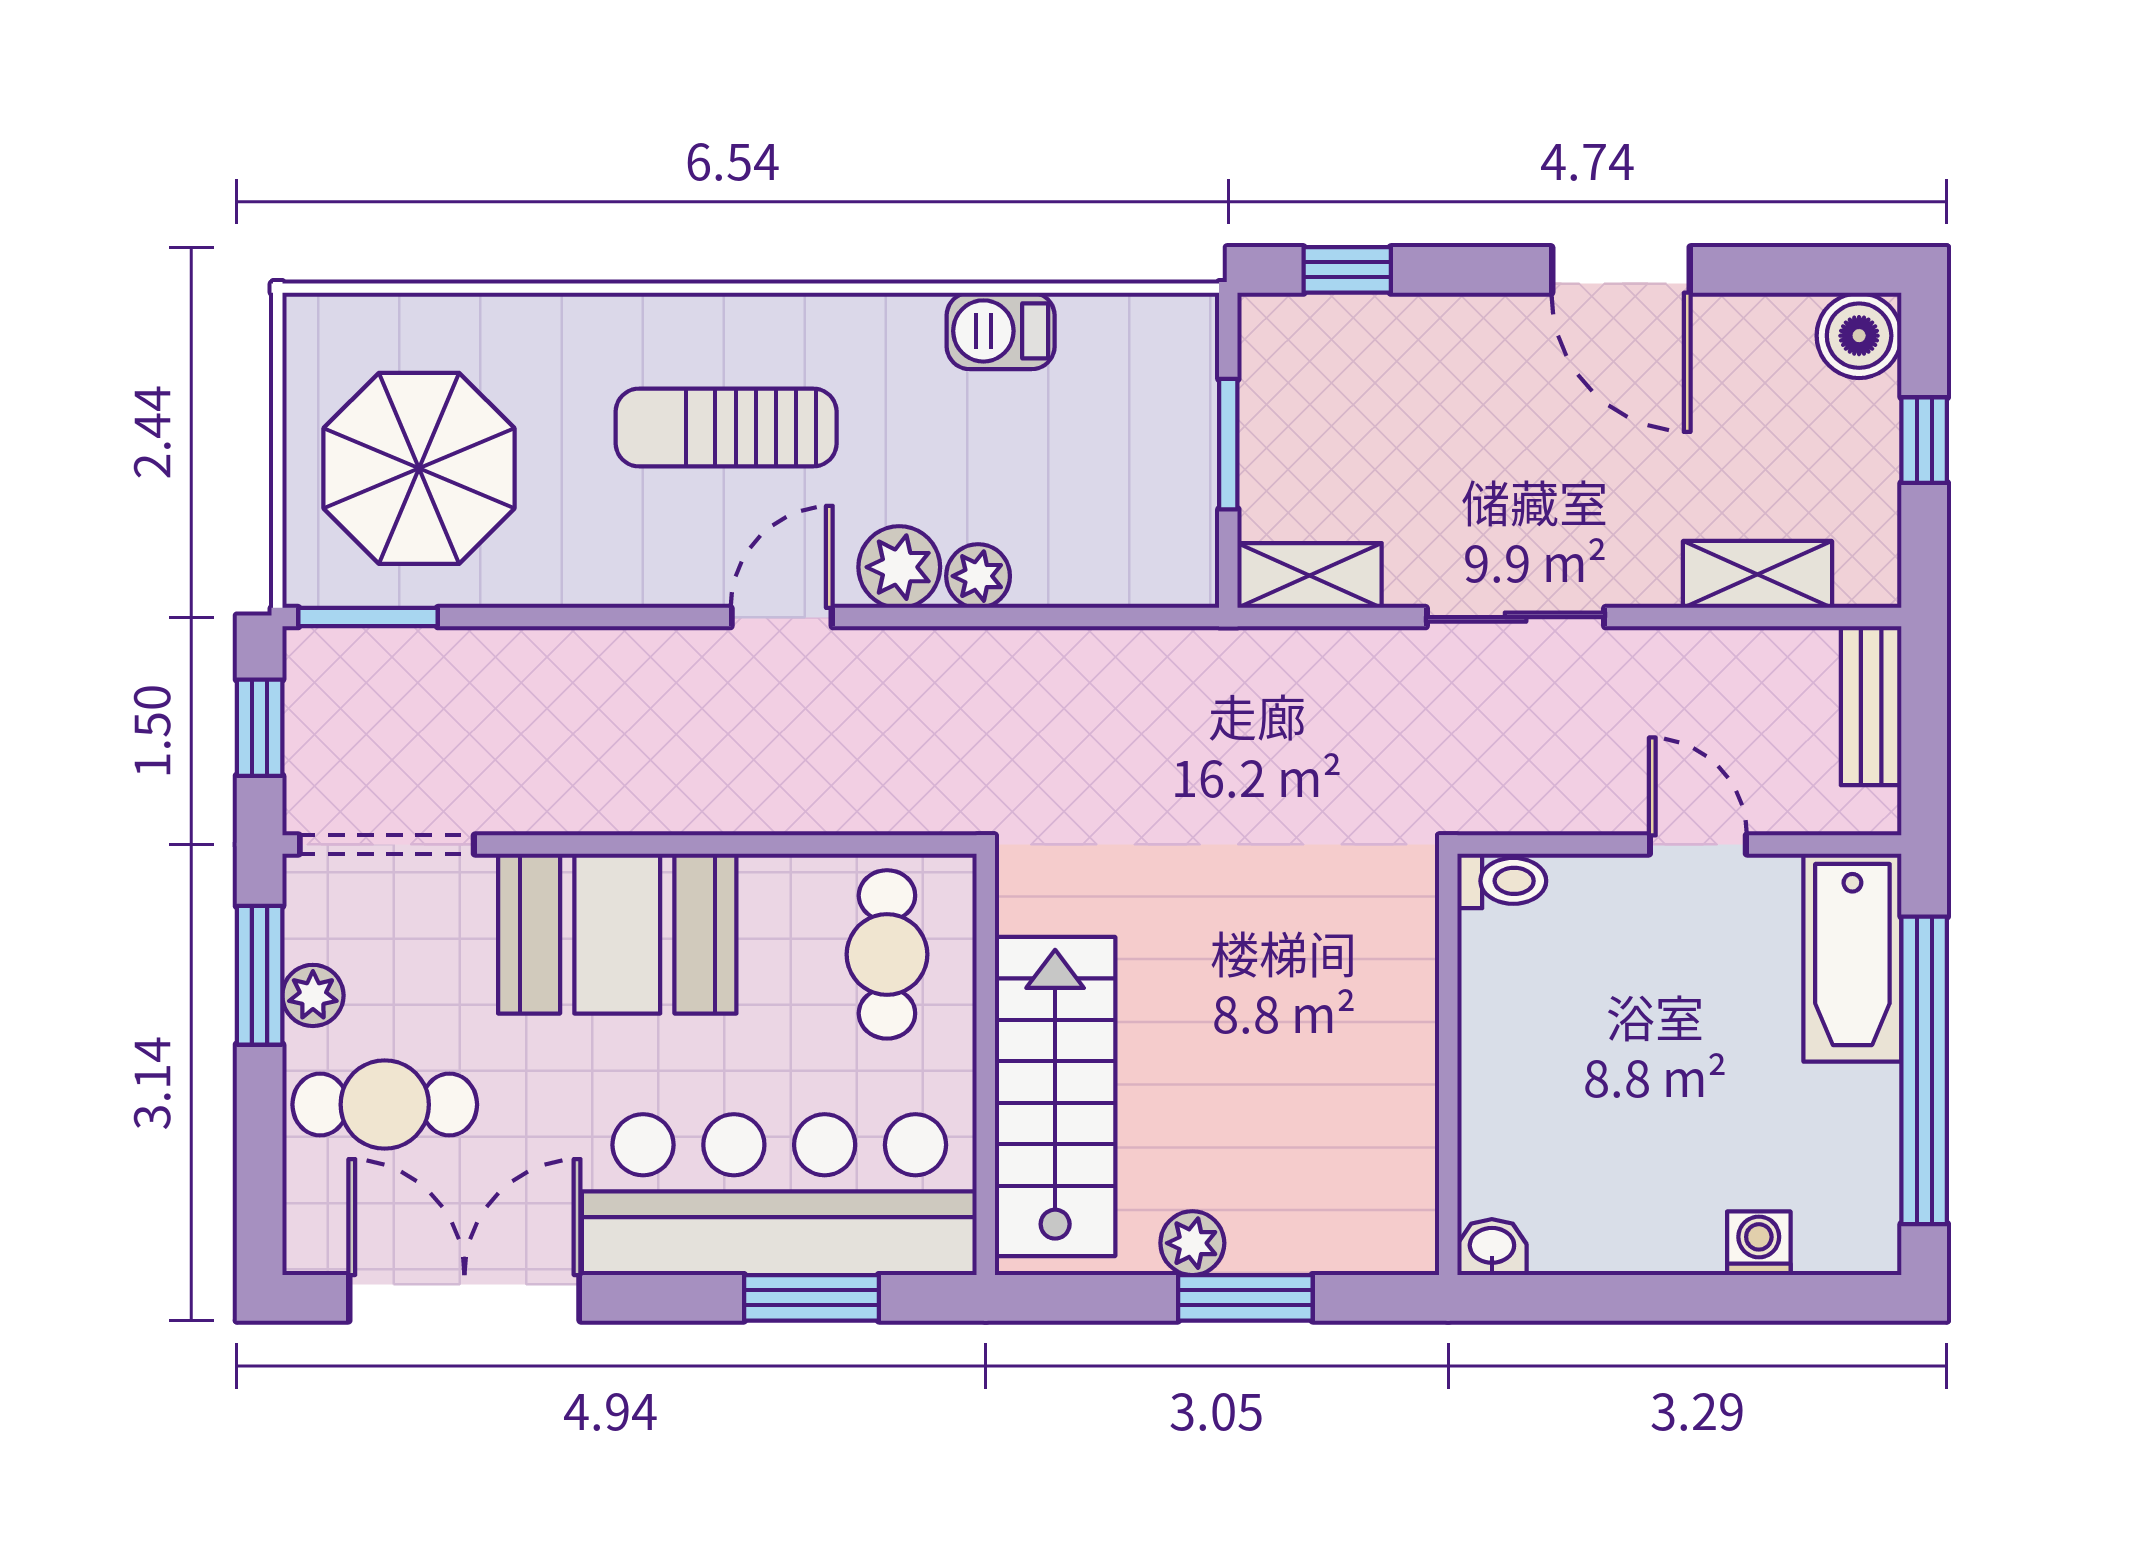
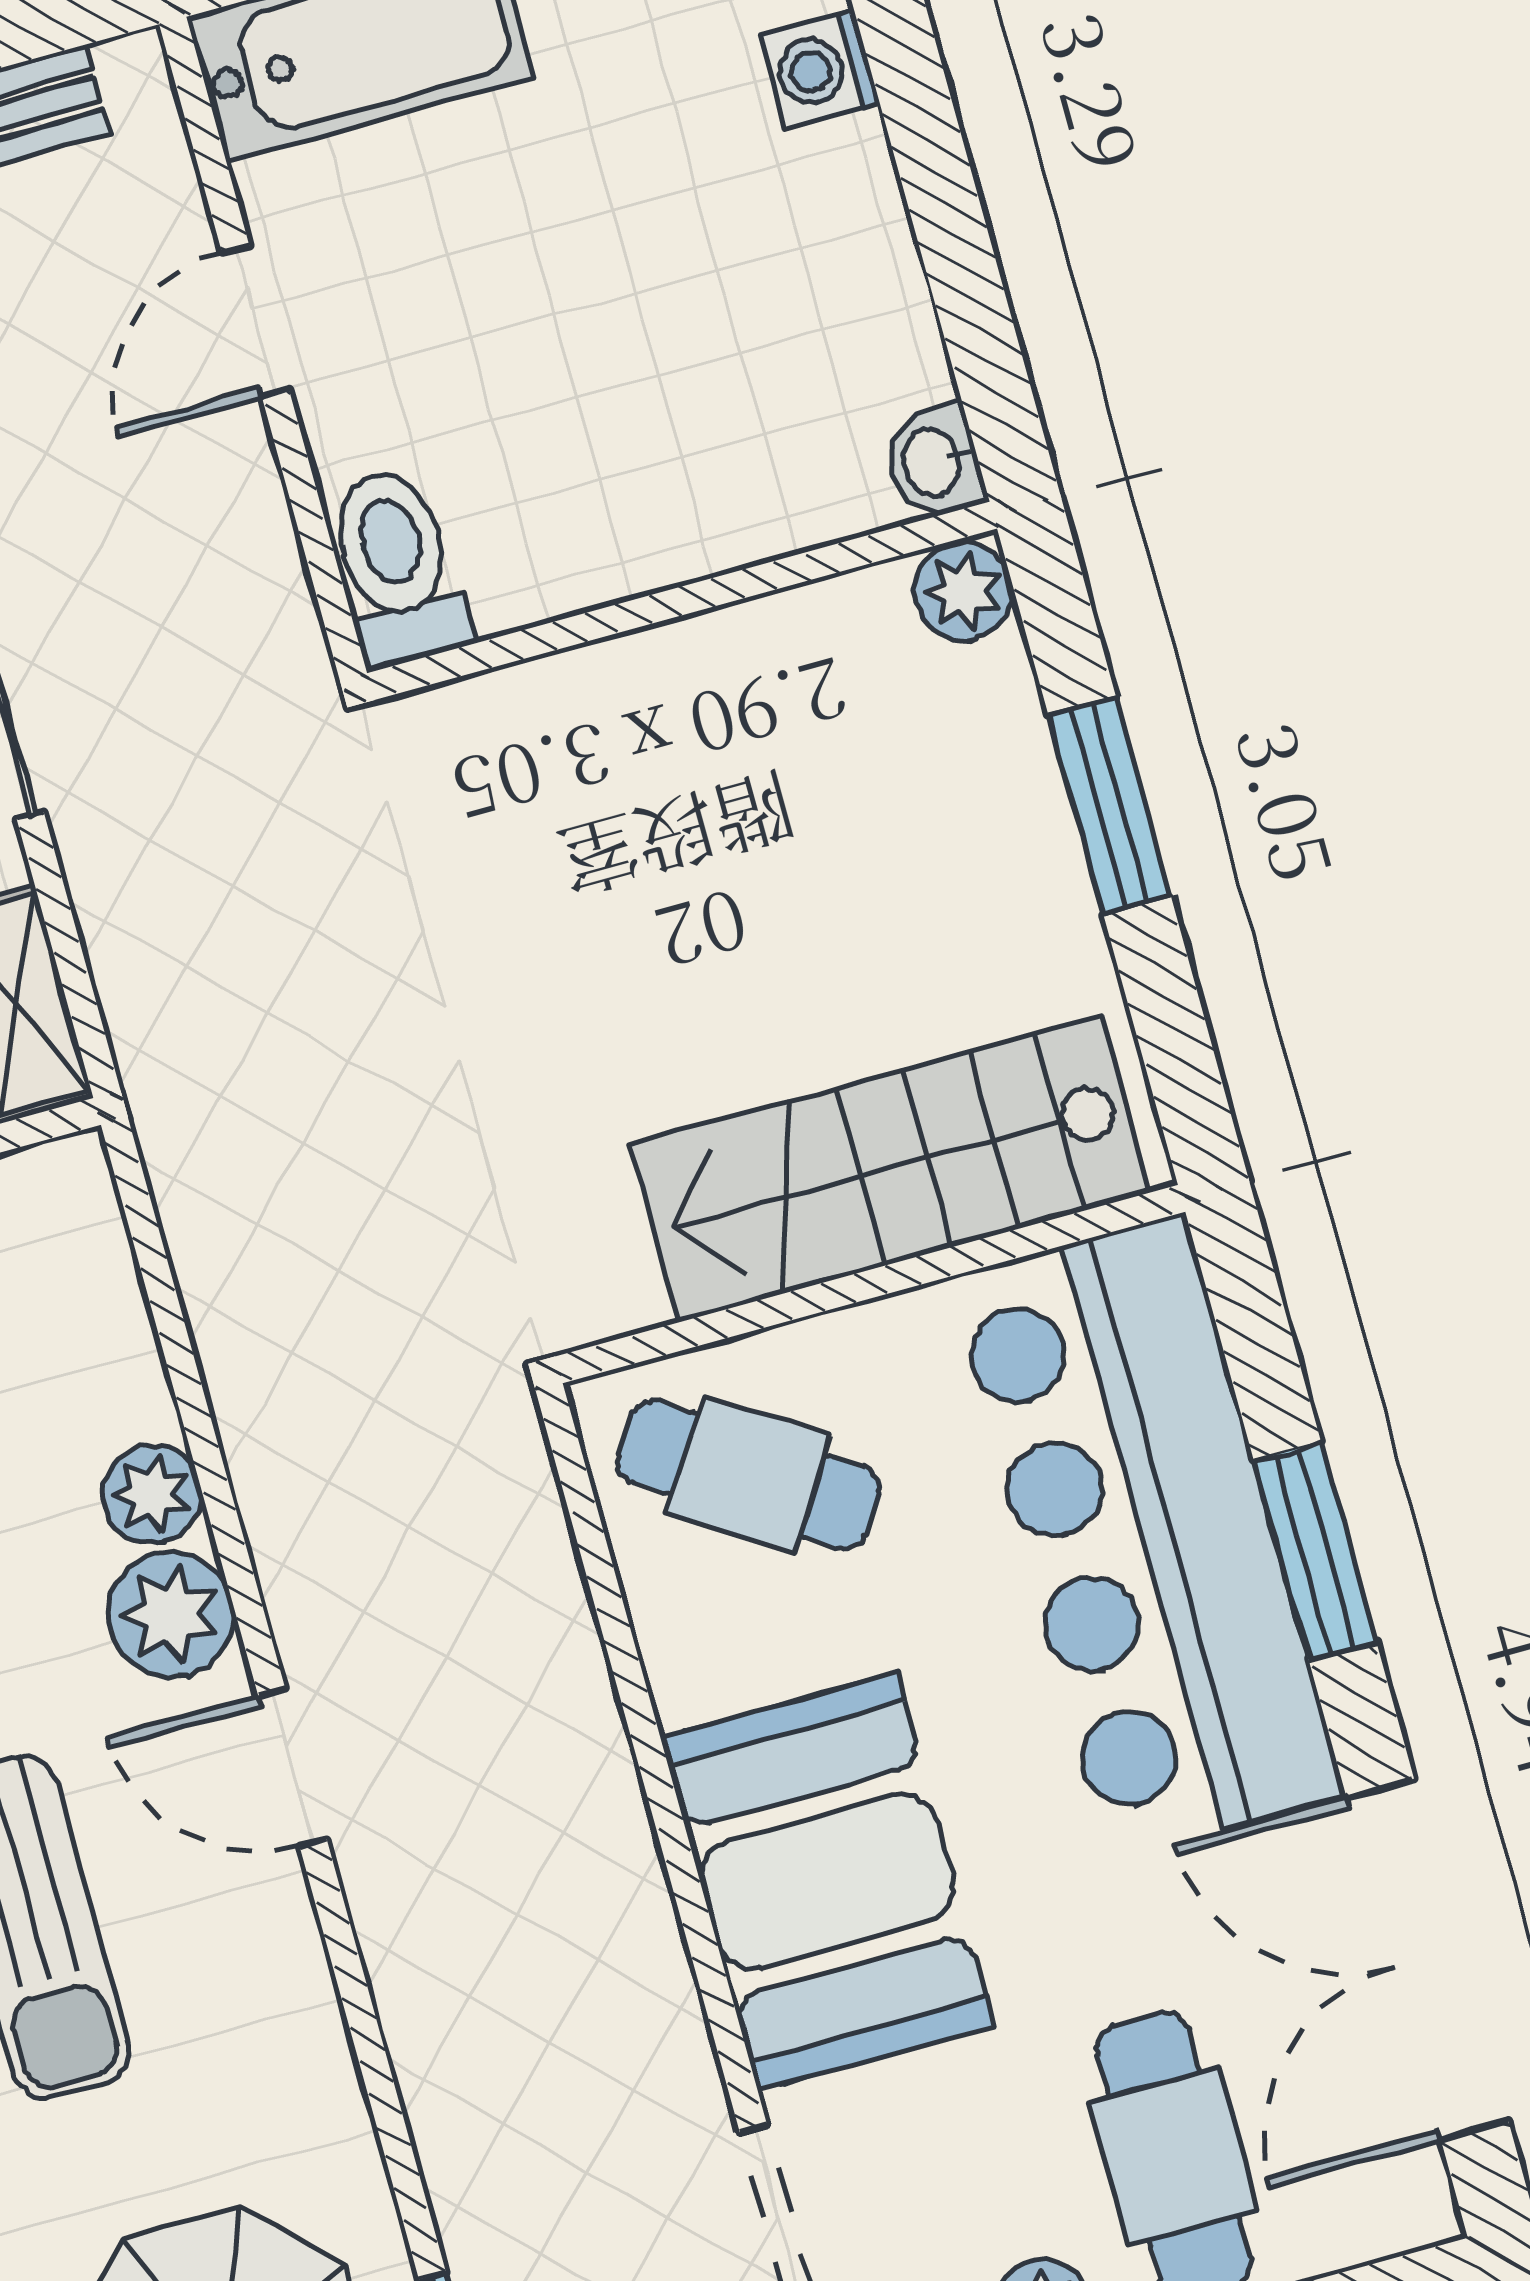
toilet: (1502, 881) -> (397, 567), width x1.37, depth x1.39
cafe table: (887, 954) -> (748, 1475), turned 33
plant: (1192, 1243) -> (964, 592), moved
window: (811, 1298) -> (1315, 1551), moved

